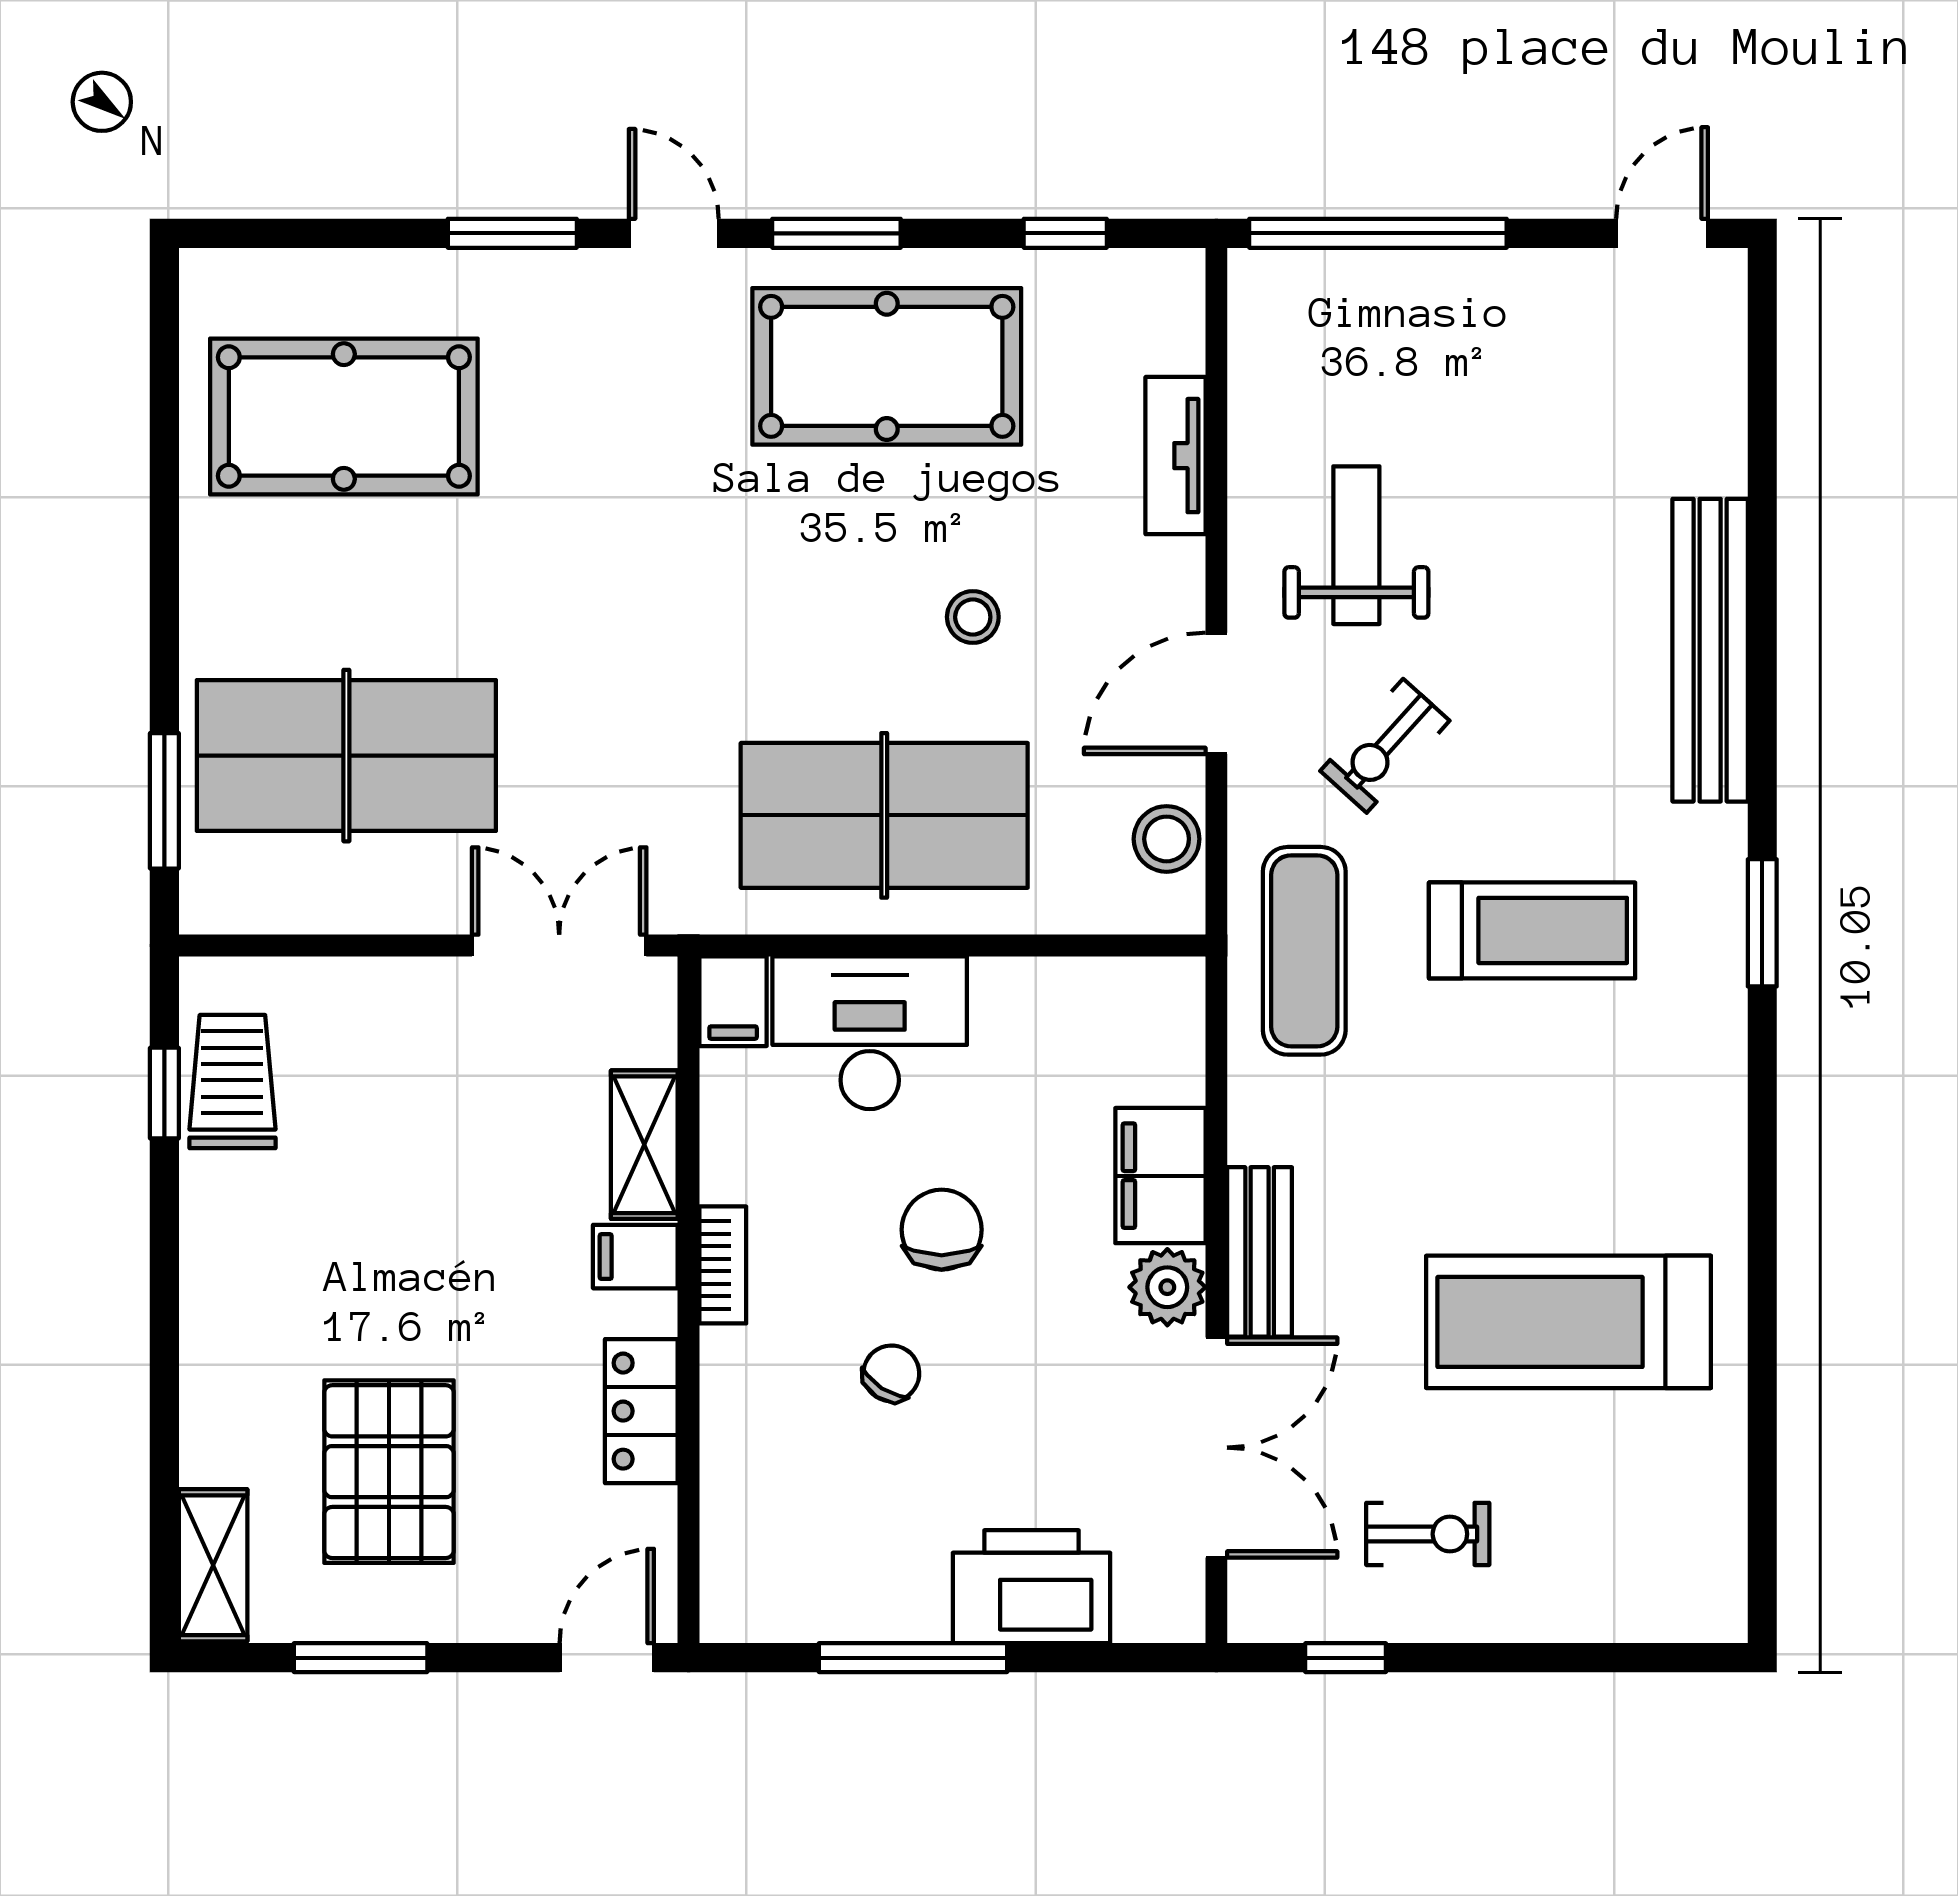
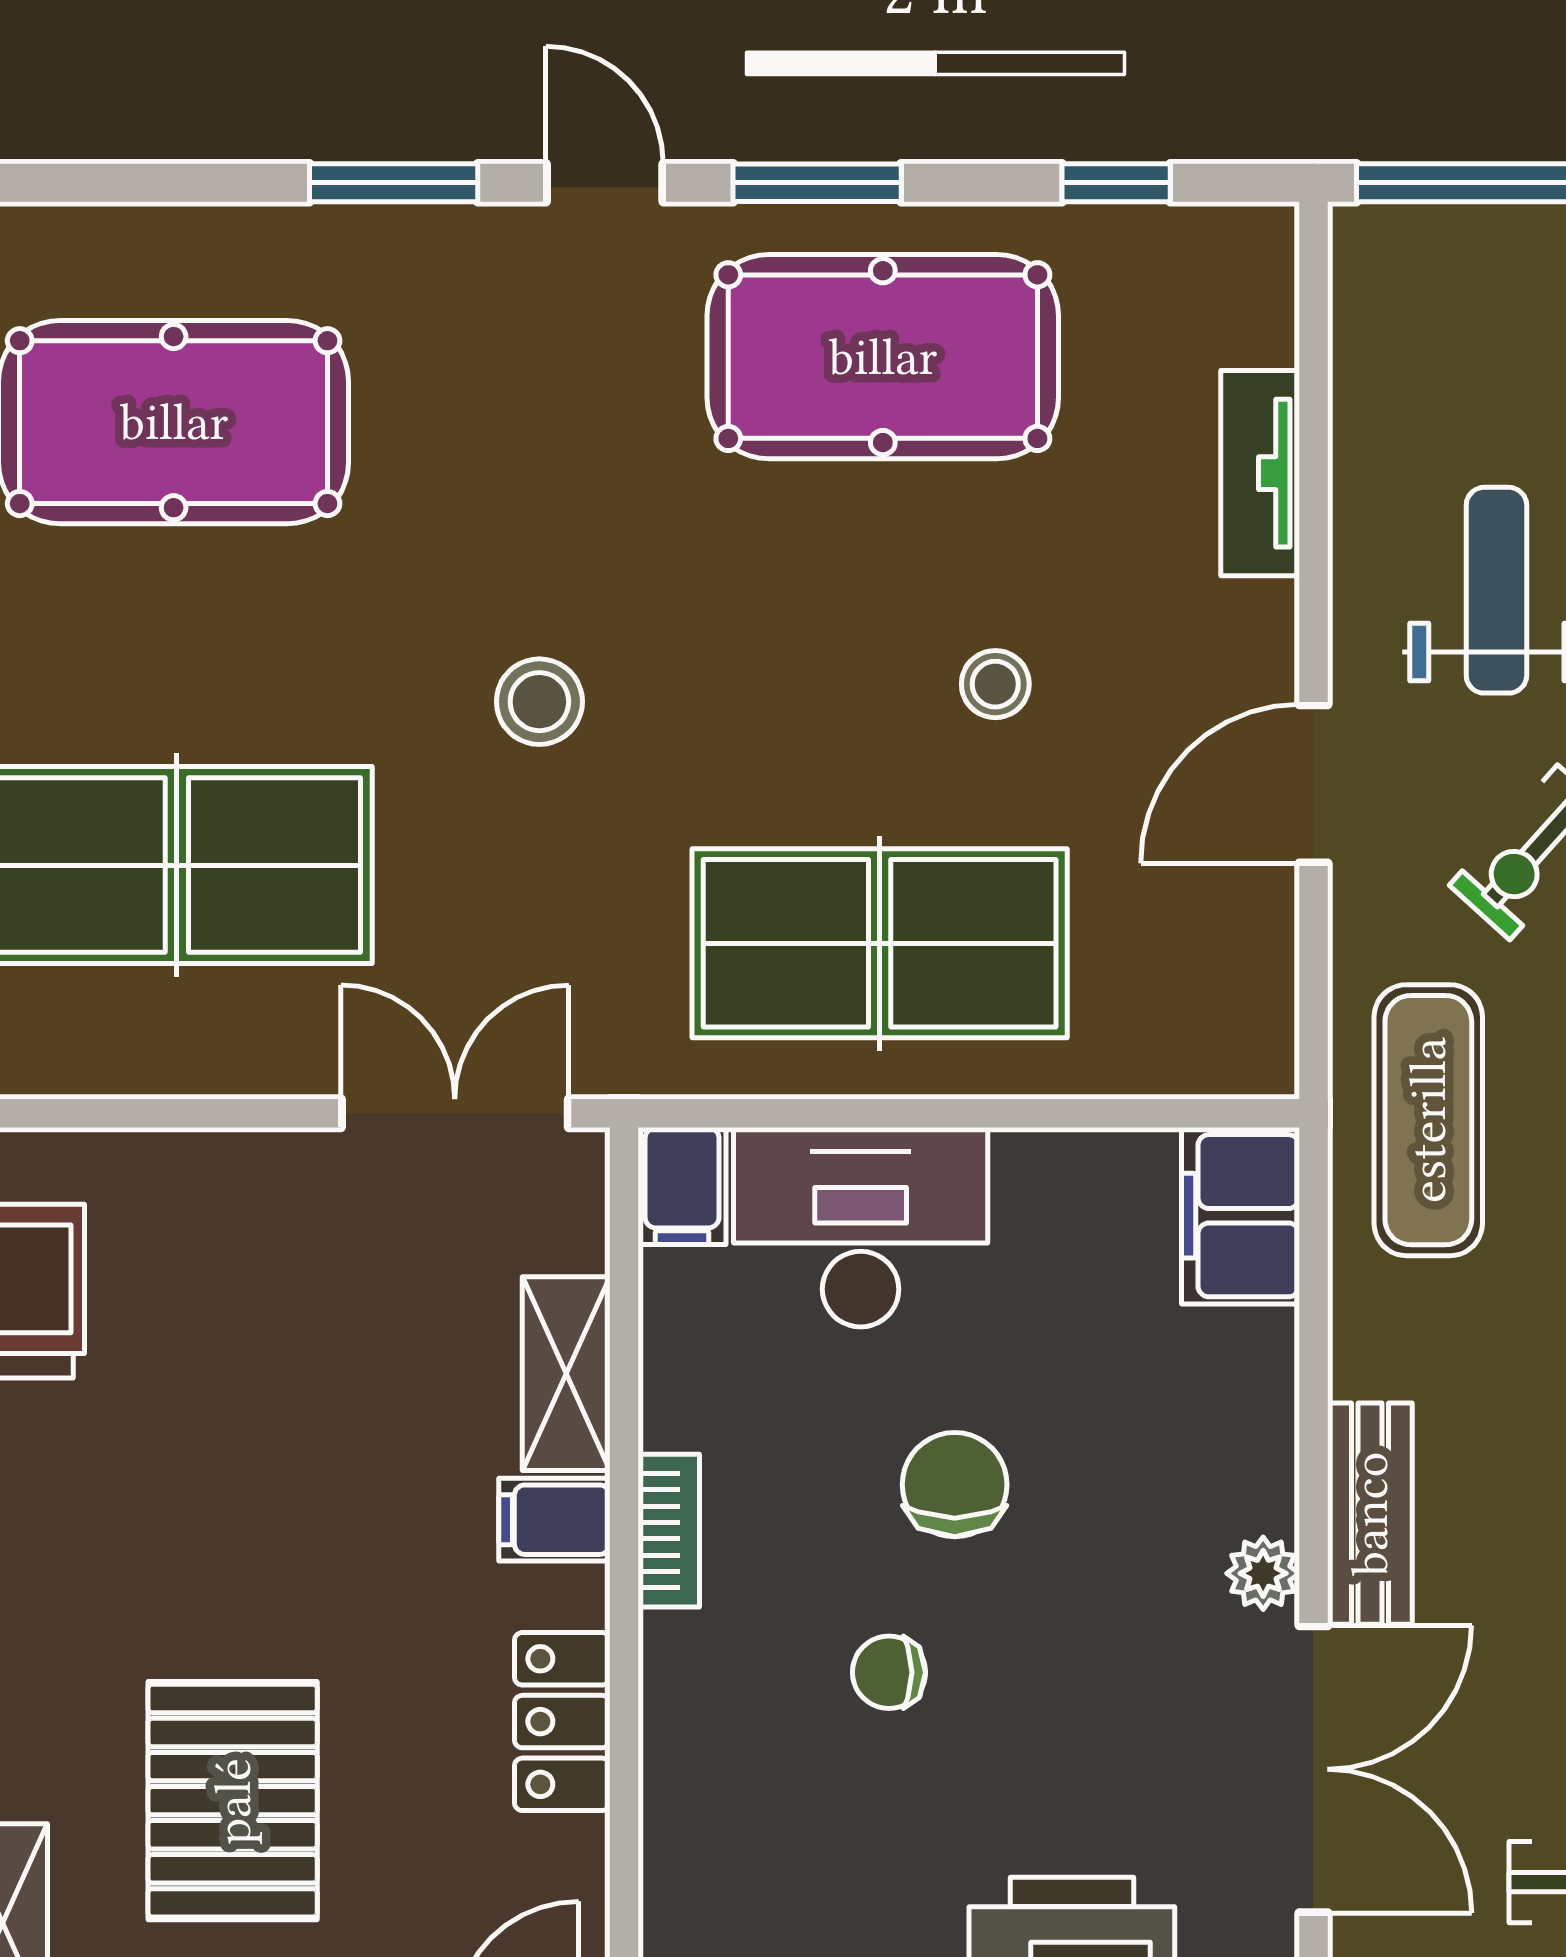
stool: (1167, 839) -> (539, 702), moved
filing cabinet: (1160, 1176) -> (1240, 1216), moved
plant: (1167, 1287) -> (1263, 1573), width x0.73, depth x0.73
chair: (891, 1373) -> (889, 1672), turned -123

